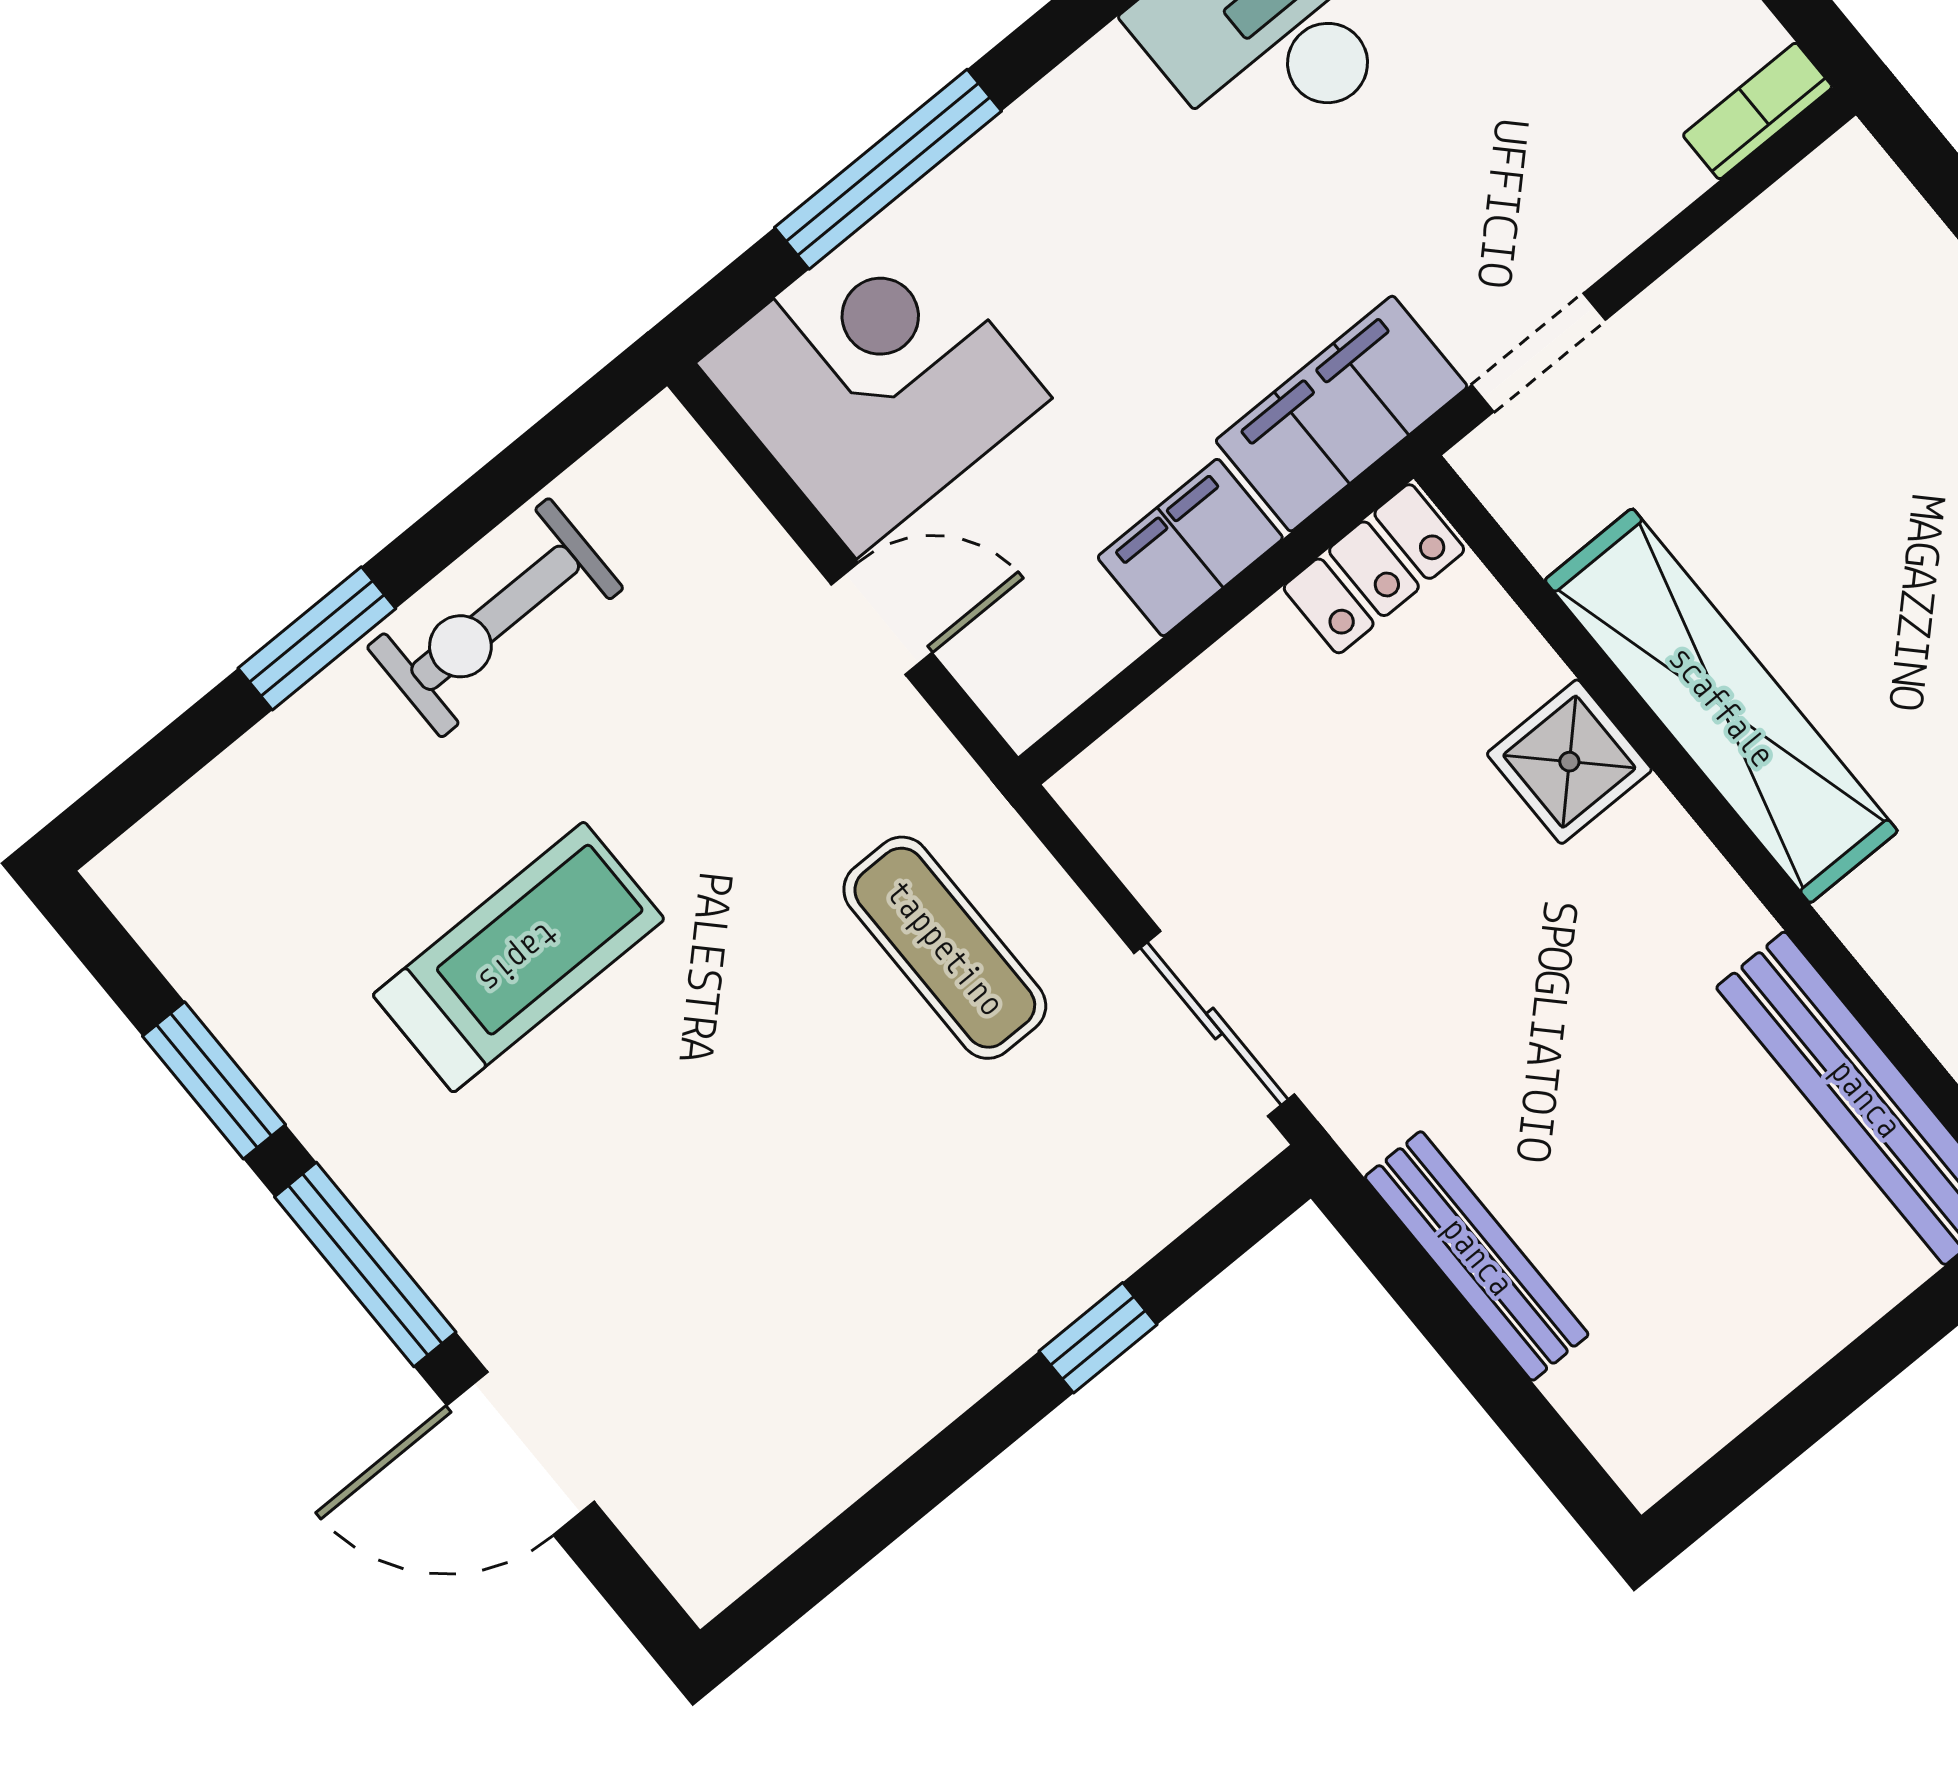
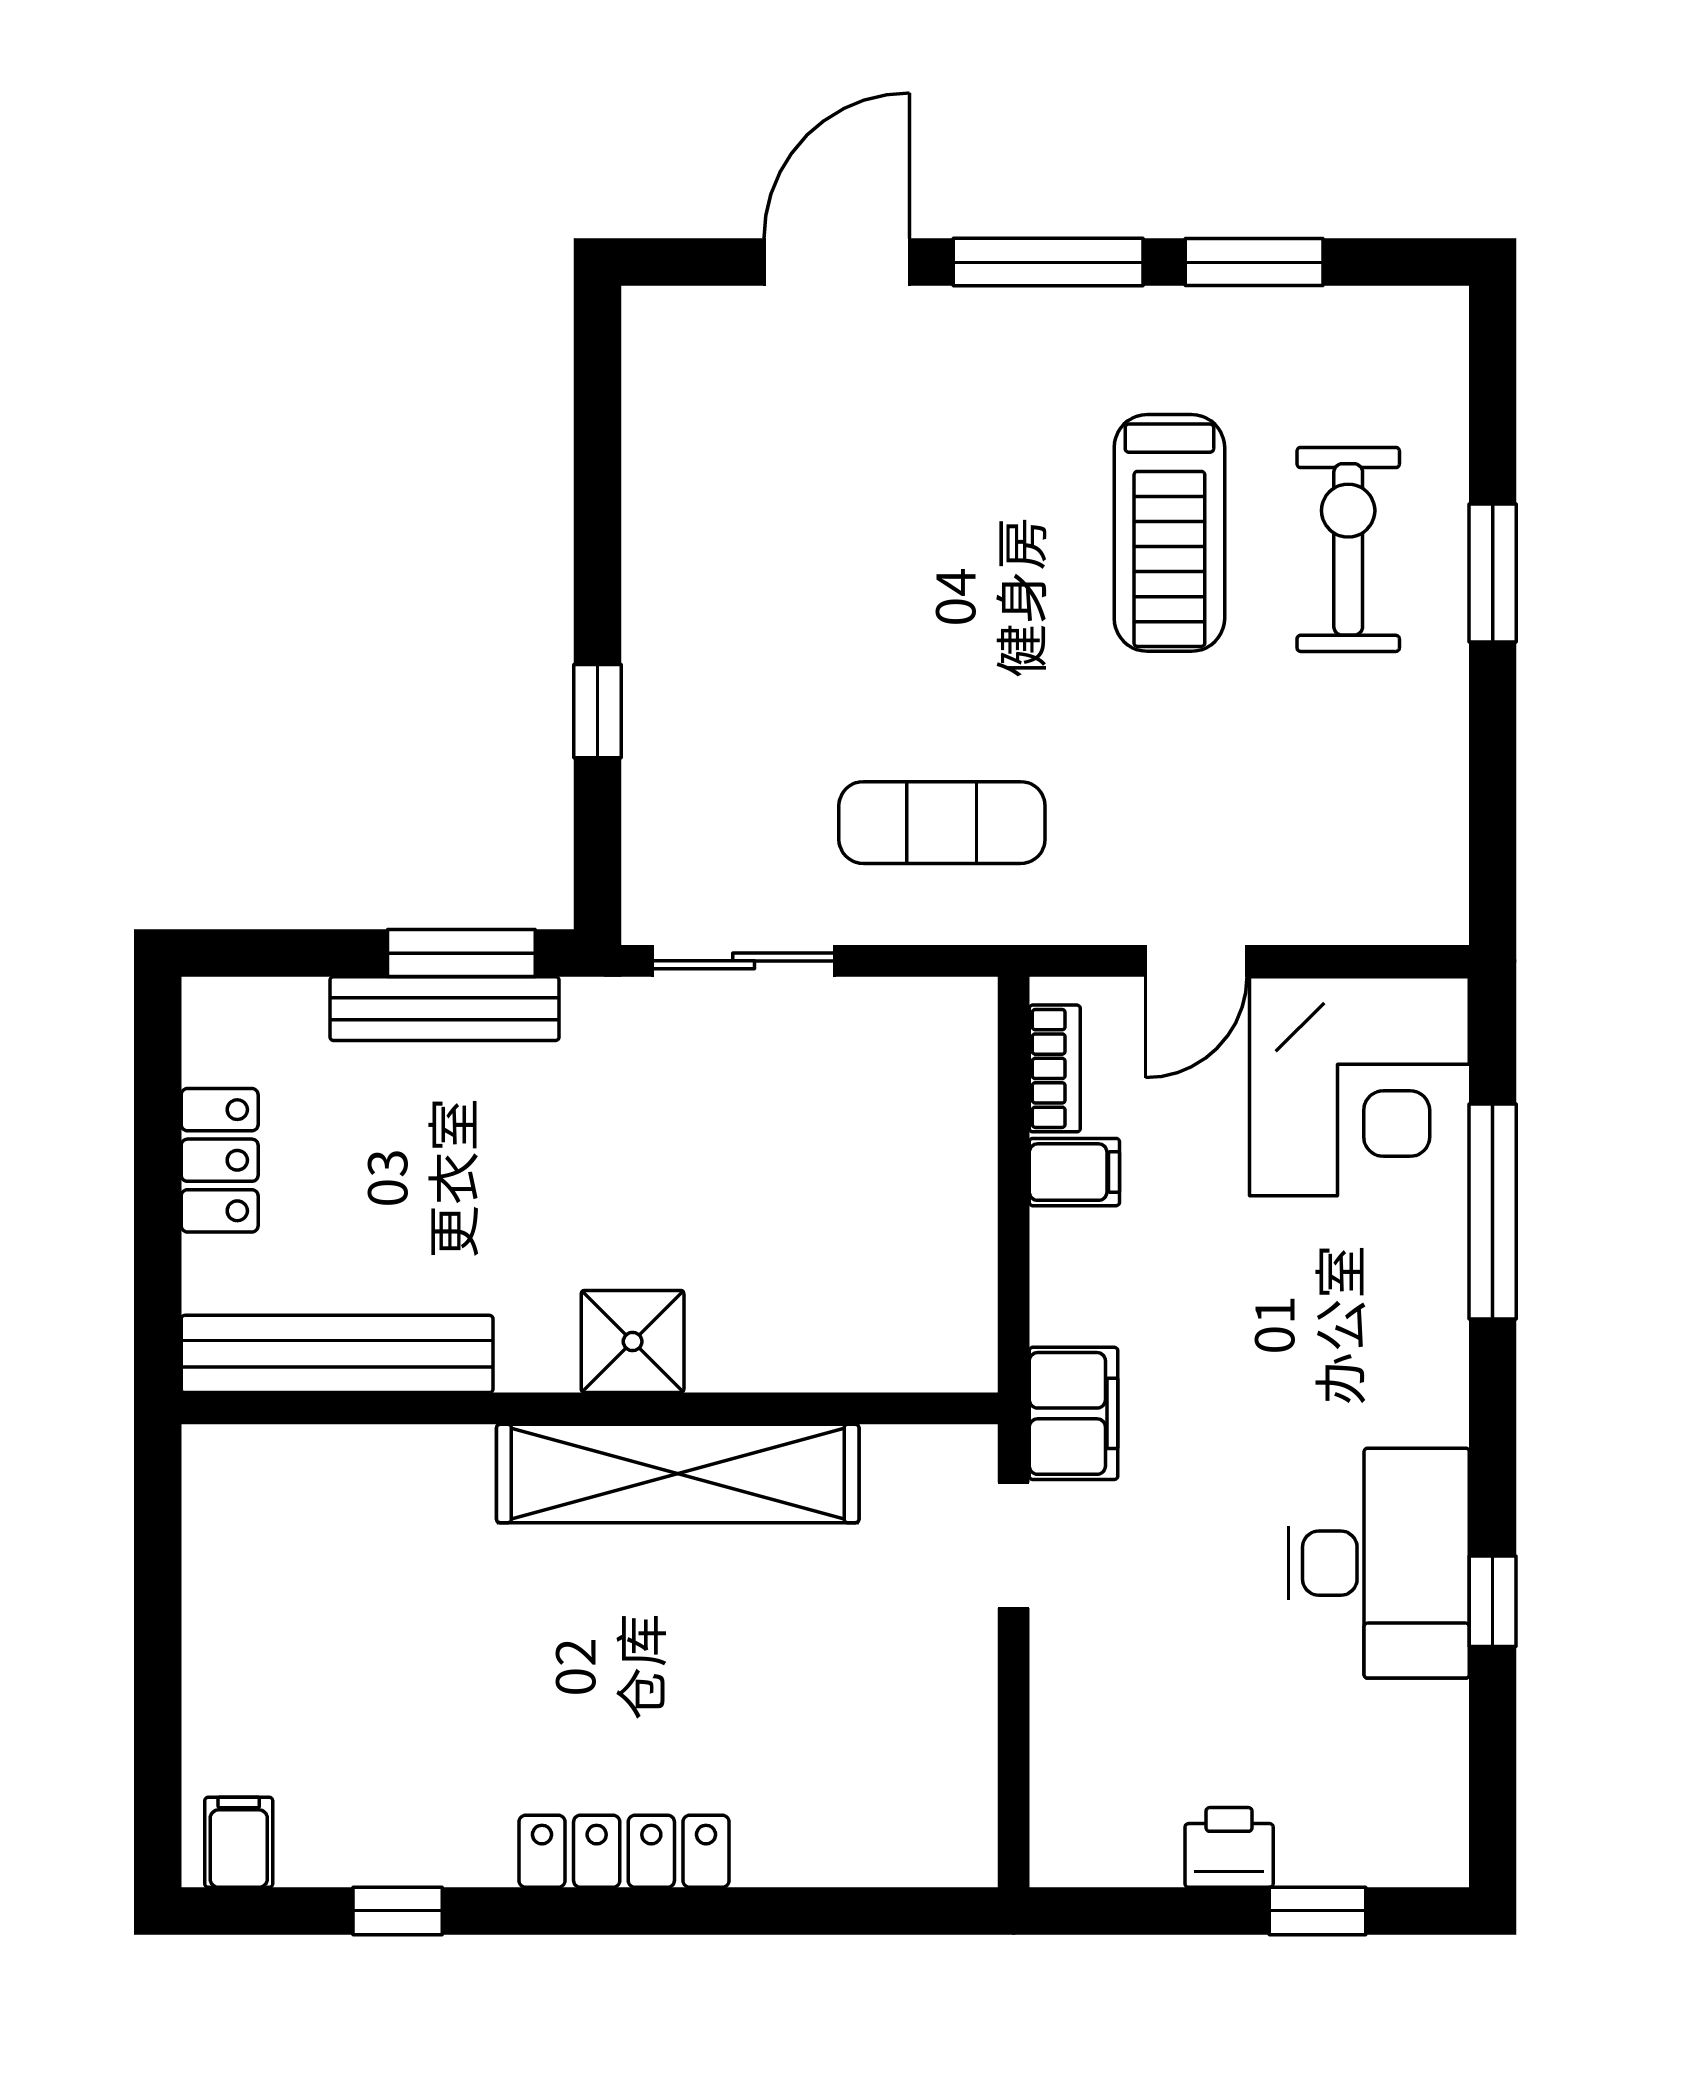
bookcase: (1758, 111) -> (1055, 1068), moved
filing cabinet: (1342, 414) -> (1074, 1413), width x0.67, depth x0.86
filing cabinet: (1190, 548) -> (1074, 1172), width x0.50
locker: (1374, 569) -> (220, 1160), moved, turned 180
exercise bike: (495, 618) -> (1348, 549), moved
shower: (1569, 762) -> (633, 1342), moved
window: (1415, 1282) -> (461, 953), added

